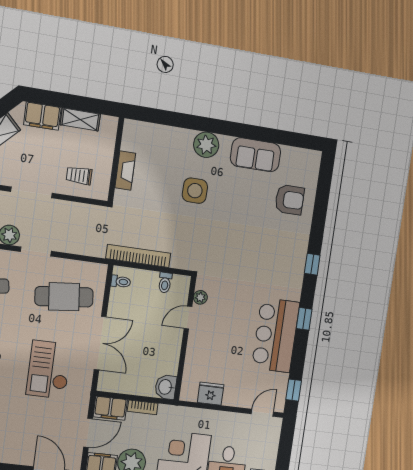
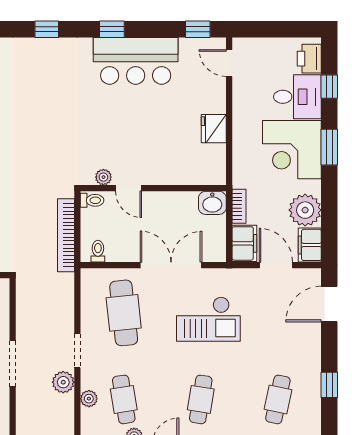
plant: (200, 297) -> (103, 177), moved
door: (188, 318) -> (129, 188), moved
wall: (185, 338) -> (153, 188), moved
washbasin: (166, 387) -> (212, 203), moved

